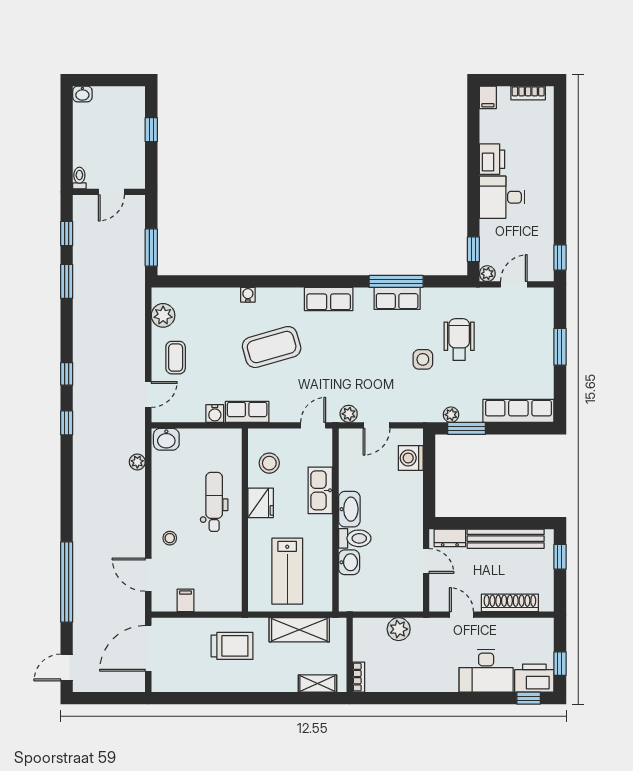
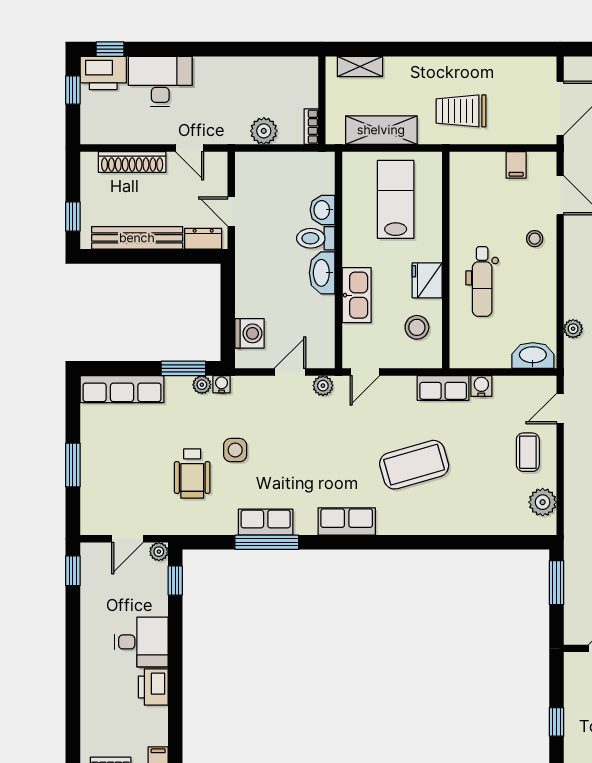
water cooler: (248, 295) -> (222, 384), moved, turned 180
washbasin: (166, 439) -> (533, 356), width x1.38
bookcase: (359, 677) -> (311, 127), moved

